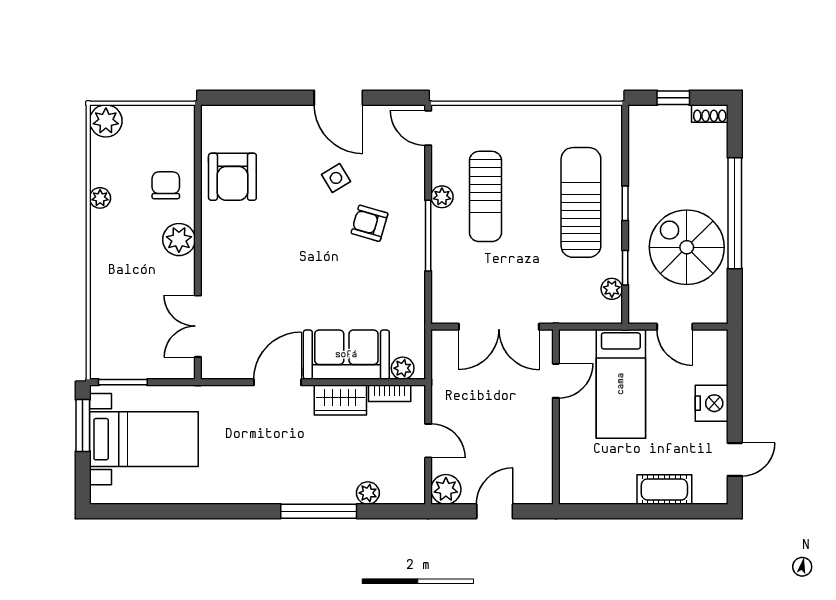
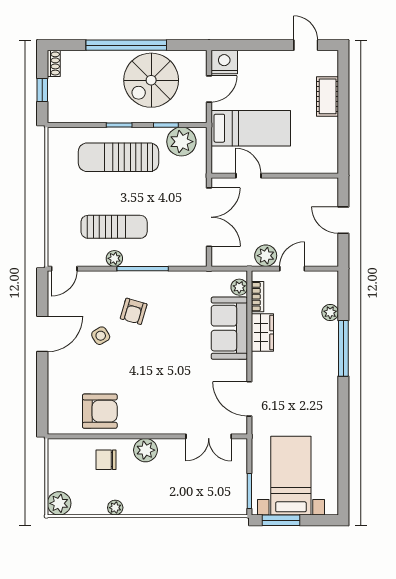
plant: (612, 289) -> (181, 142), width x1.87, depth x1.87
door: (277, 382) -> (249, 399), moved
nightstand: (712, 403) -> (224, 62), moved
plant: (446, 489) -> (266, 256), moved

